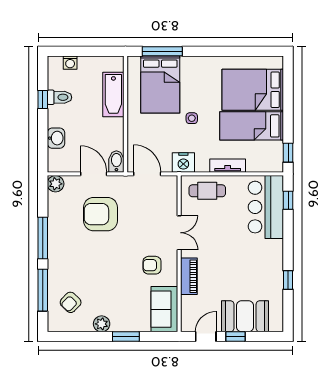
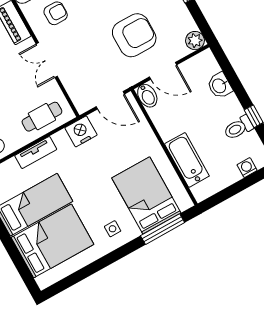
side table: (192, 118) -> (113, 229), moved

